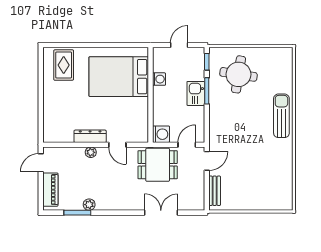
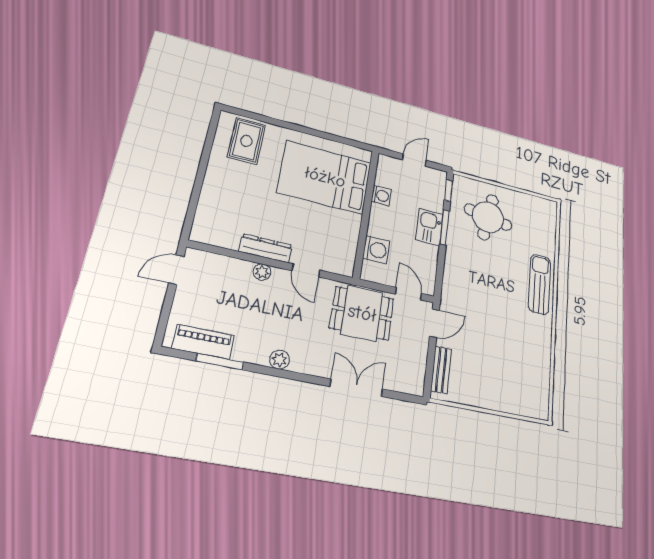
washing machine: (161, 134) -> (376, 250), moved
door: (187, 145) -> (408, 294), hinge flipped
piano: (50, 190) -> (203, 342), moved, turned -90
plant: (89, 205) -> (279, 360), moved

